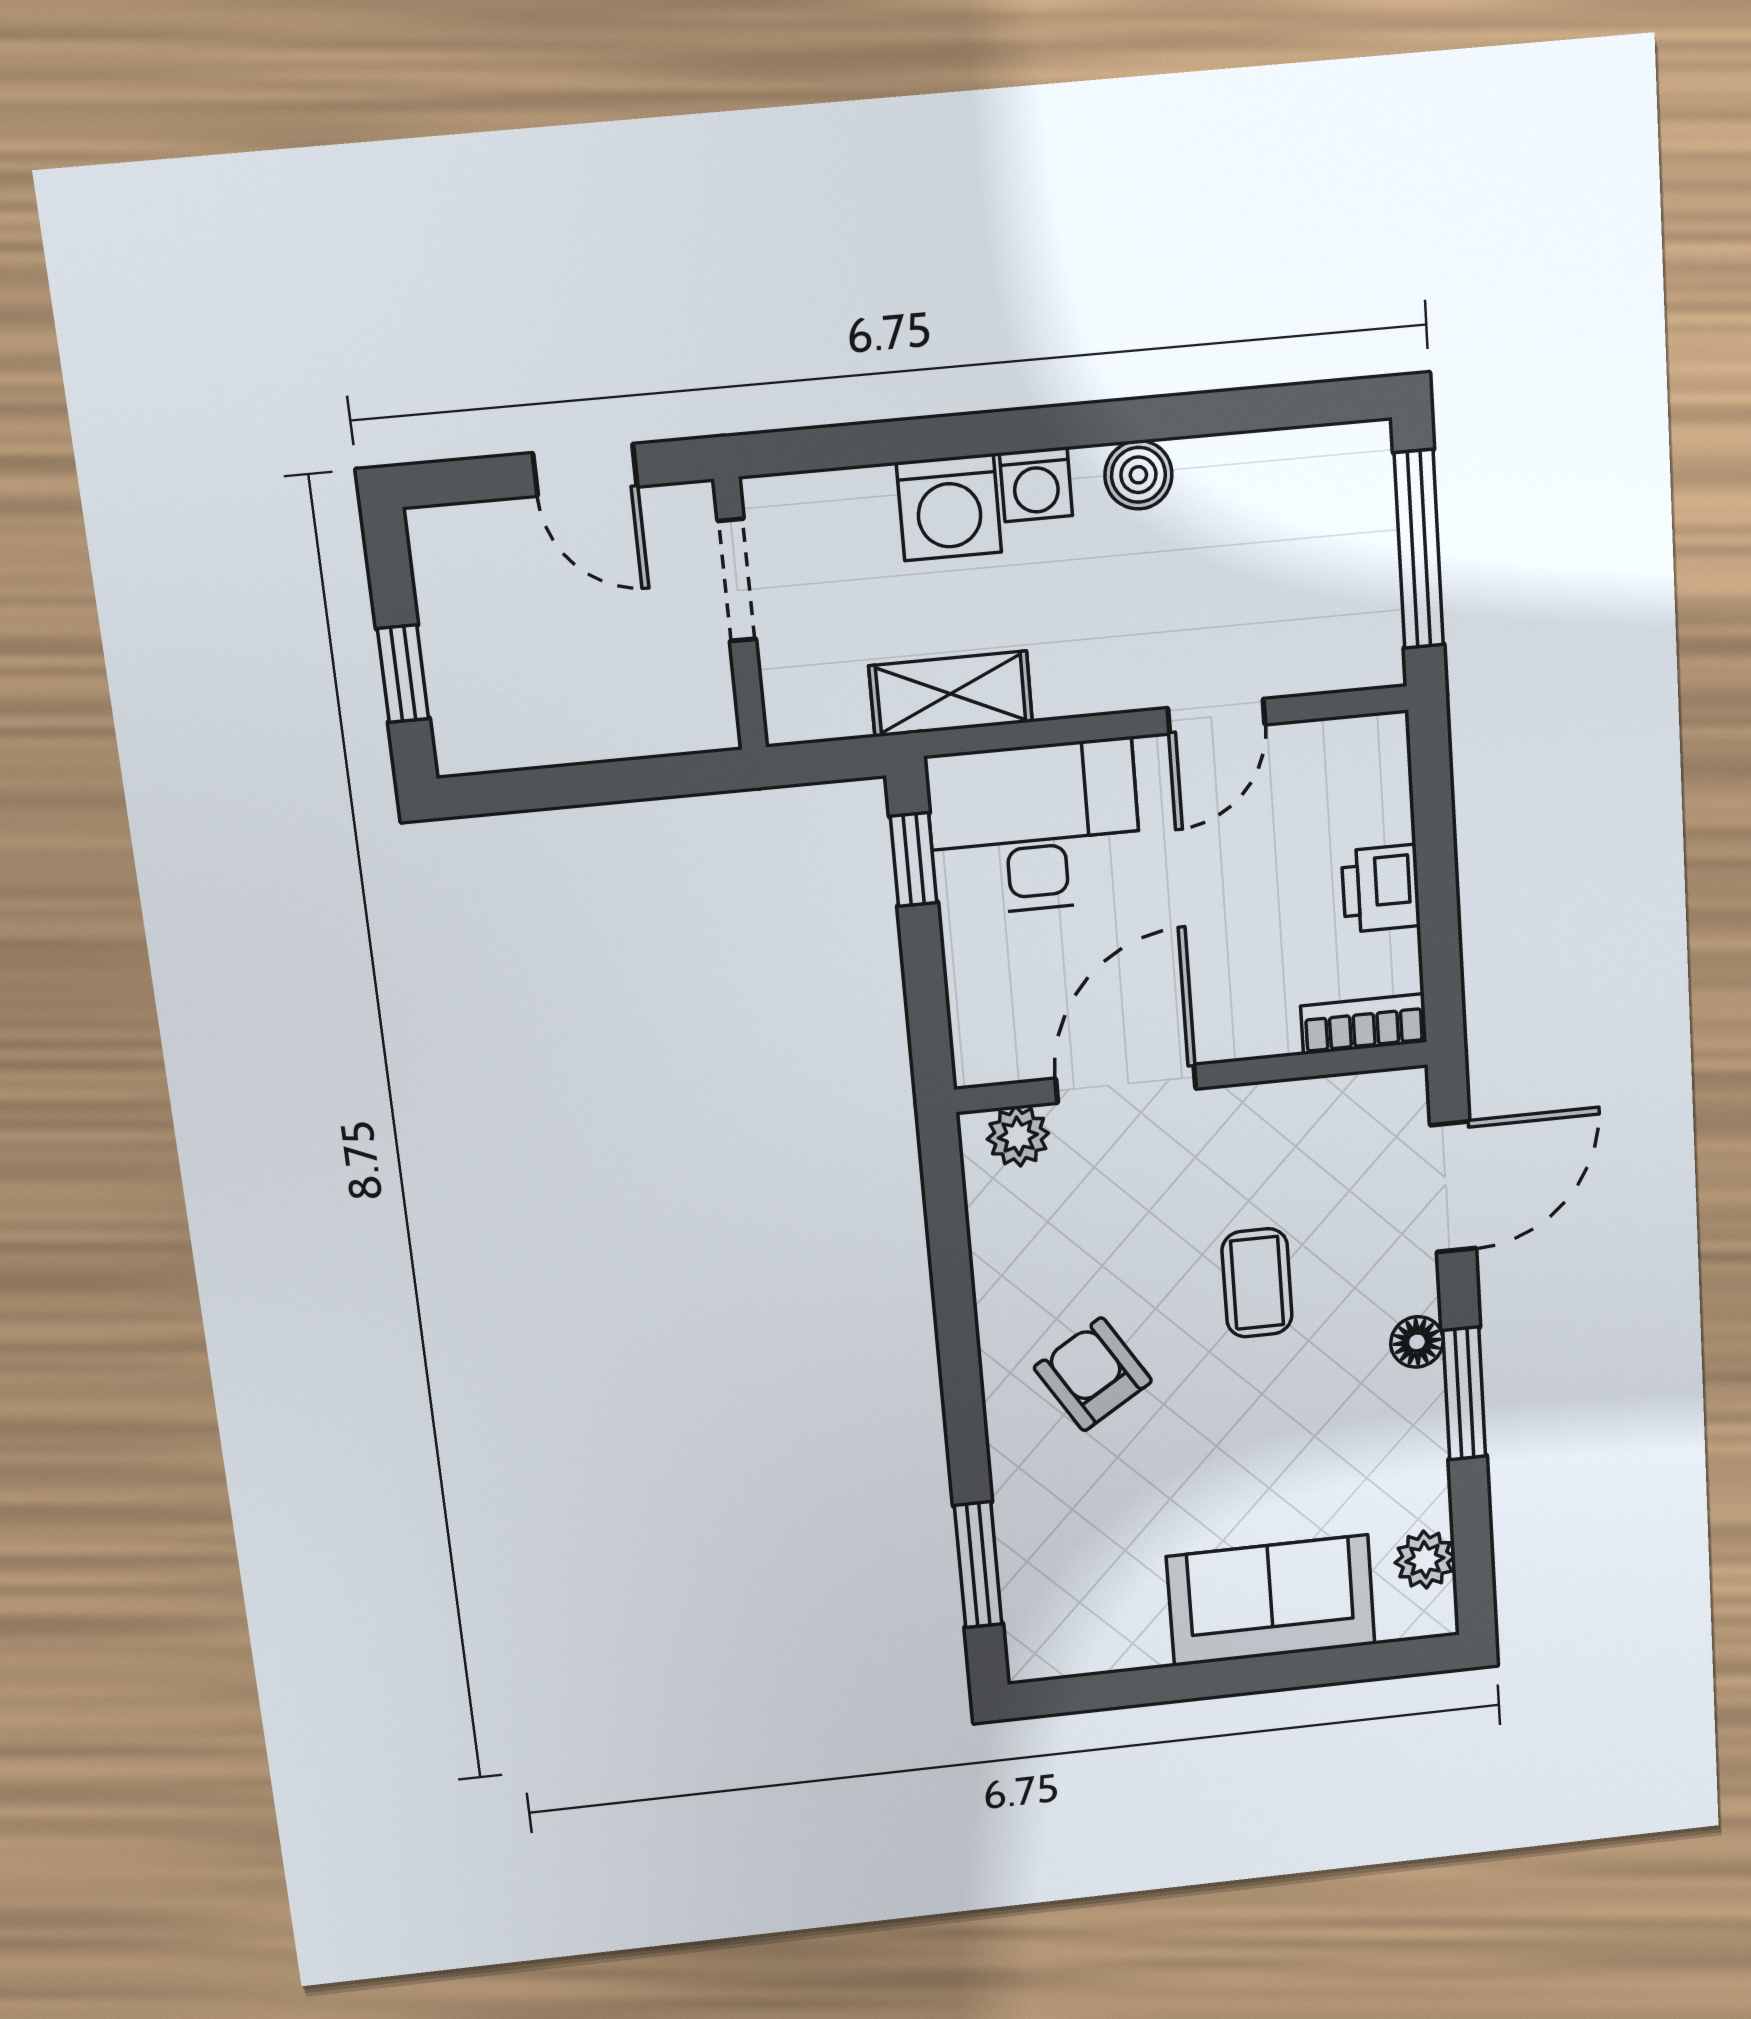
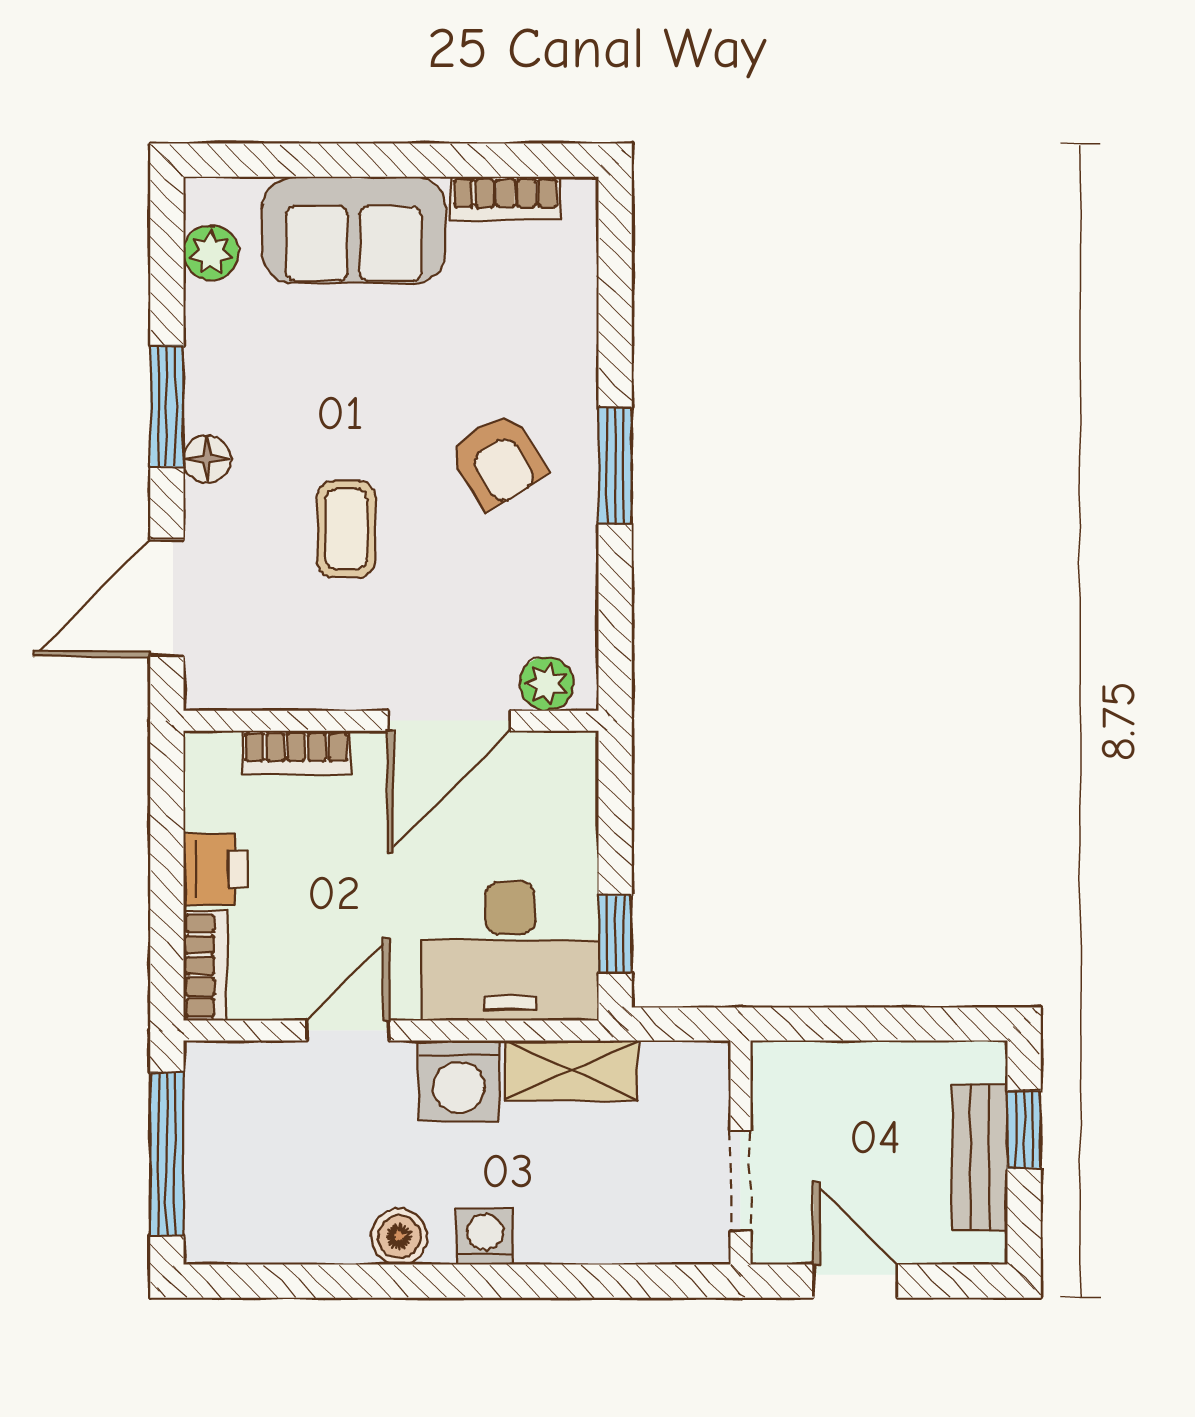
washing machine: (949, 507) -> (459, 1081), moved, turned 180
bench: (452, 635) -> (980, 1157), added
bookcase: (1386, 776) -> (205, 966), added
bookcase: (1364, 1024) -> (296, 752), moved
window: (978, 1565) -> (615, 466), moved
bookcase: (1108, 1651) -> (505, 198), added

